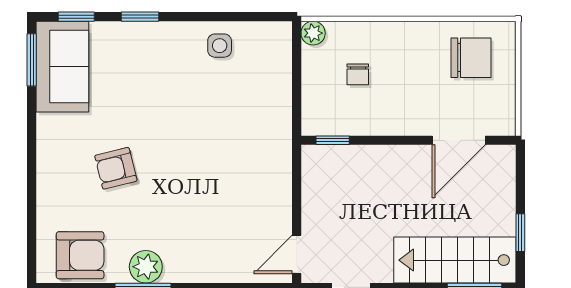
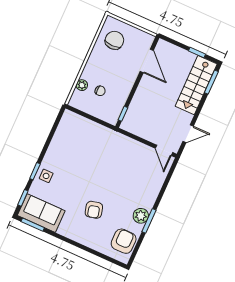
plant: (313, 33) -> (82, 85), moved
side table: (220, 46) -> (46, 176), moved

